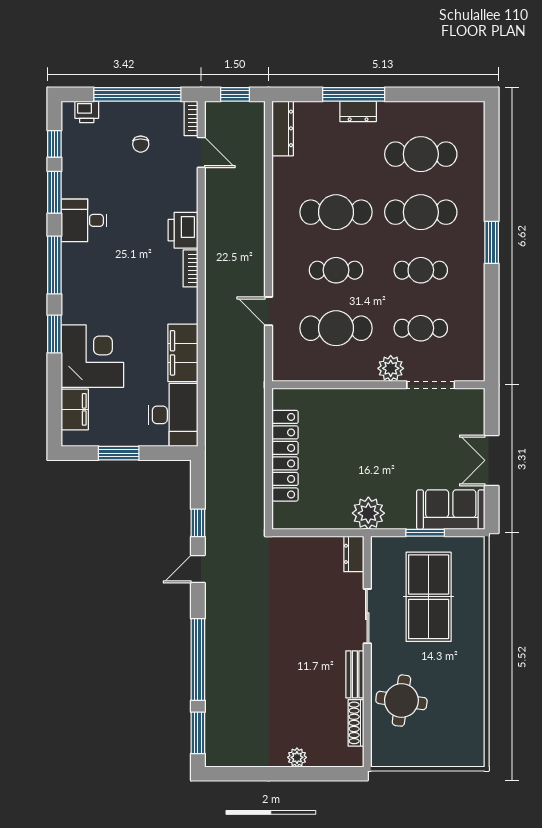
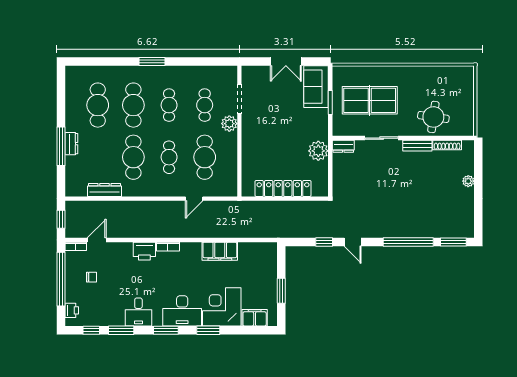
dresser: (283, 128) -> (104, 190), moved
window: (54, 265) -> (166, 330), width x0.69
desk: (173, 415) -> (182, 311), moved, turned 180
plant: (368, 513) -> (318, 151), moved

